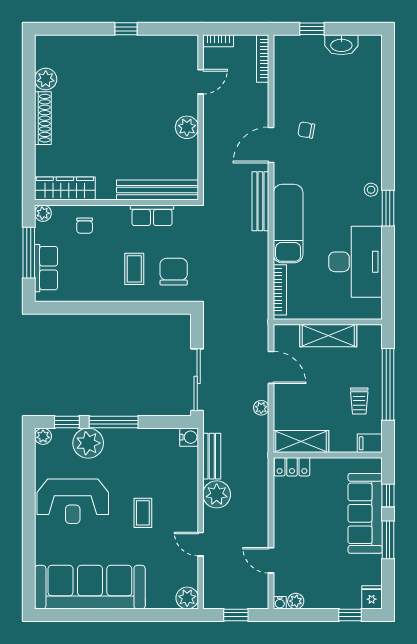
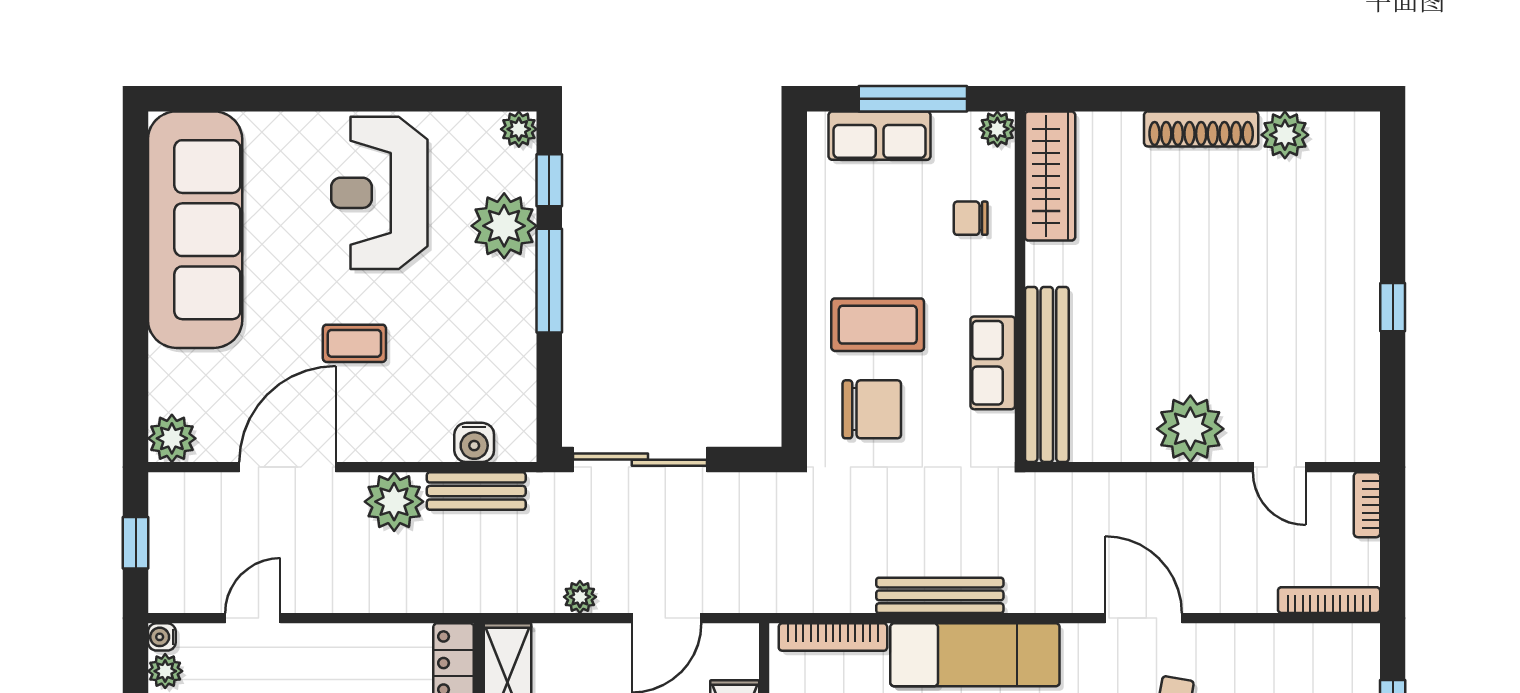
plant: (187, 127) -> (1190, 429), width x1.36, depth x1.36
bench: (260, 201) -> (940, 595), moved
coffee table: (134, 269) -> (878, 325), width x1.36, depth x1.30
water cooler: (189, 437) -> (474, 442), moved
door: (201, 544) -> (288, 467), width x1.88

